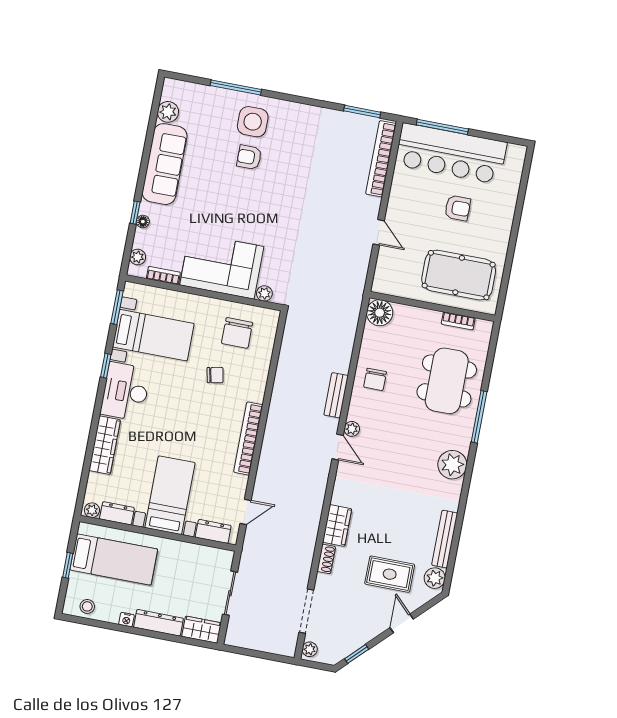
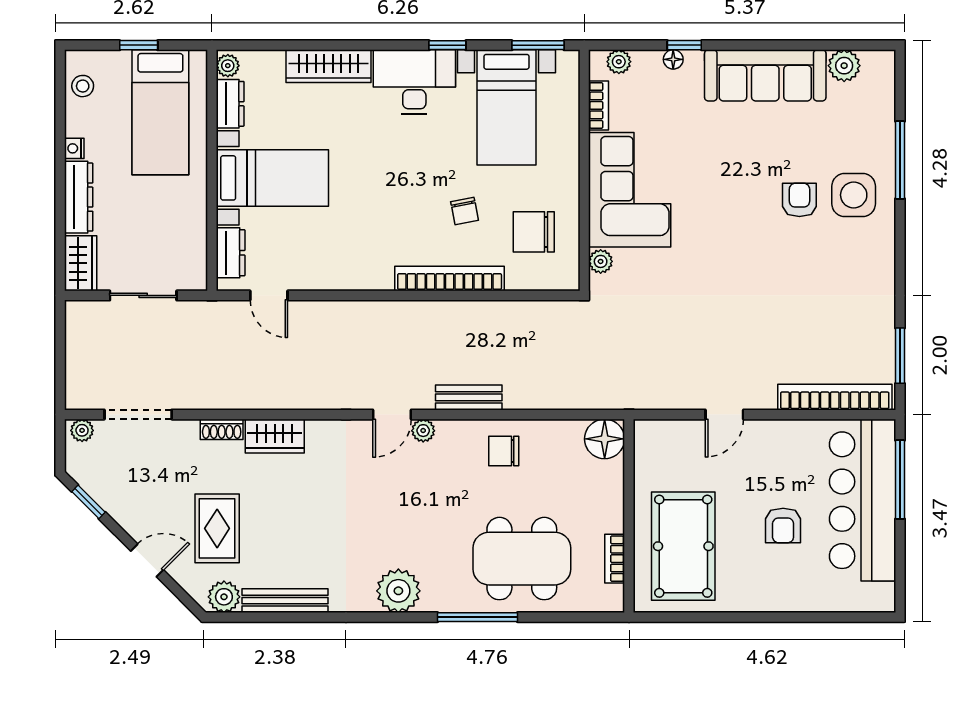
bookcase: (248, 438) -> (450, 279), moved

